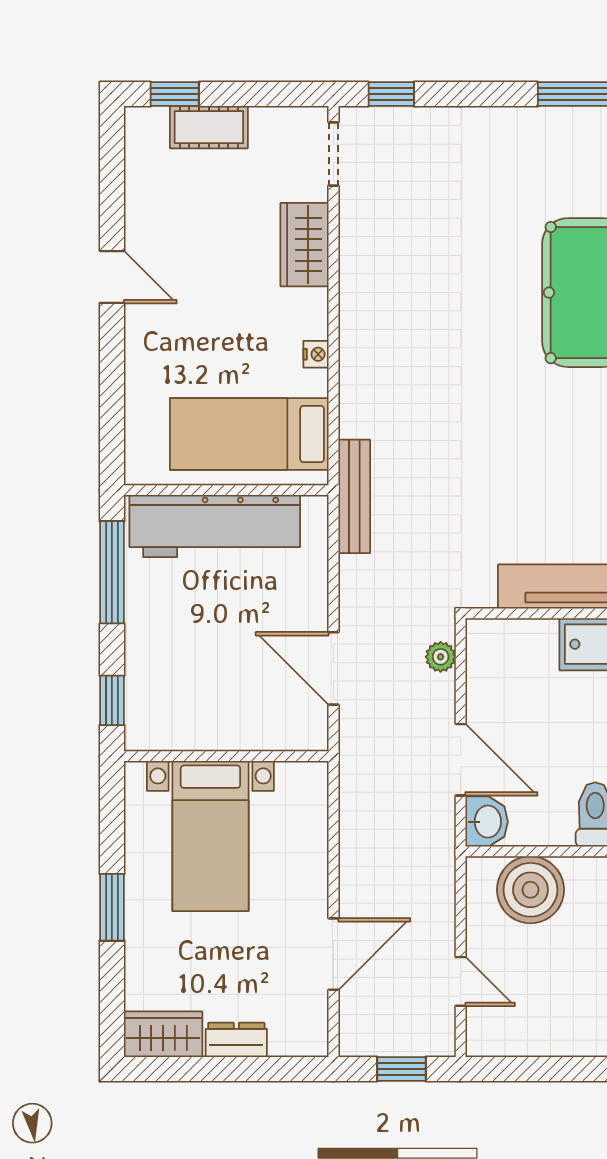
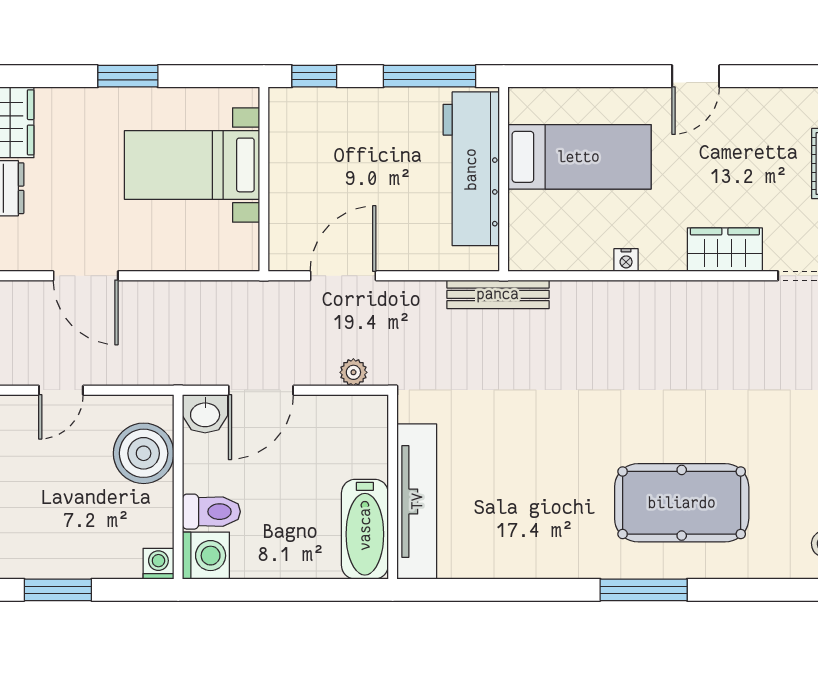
bed: (249, 434) -> (579, 157), moved, turned 90

